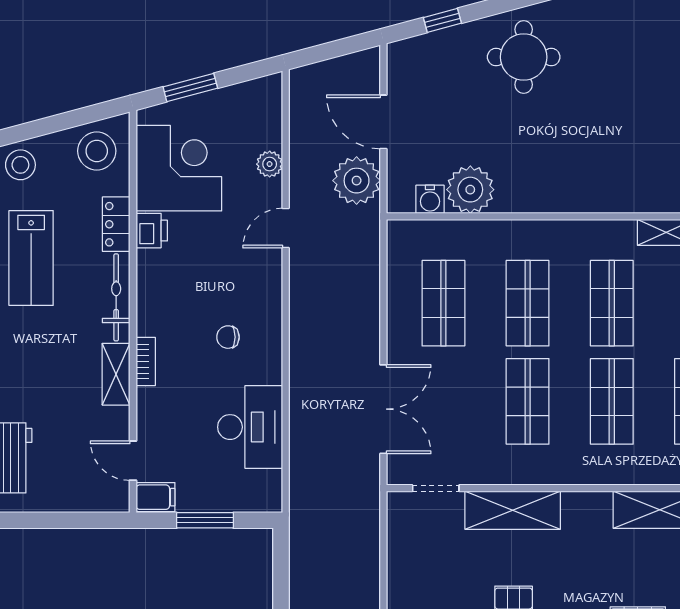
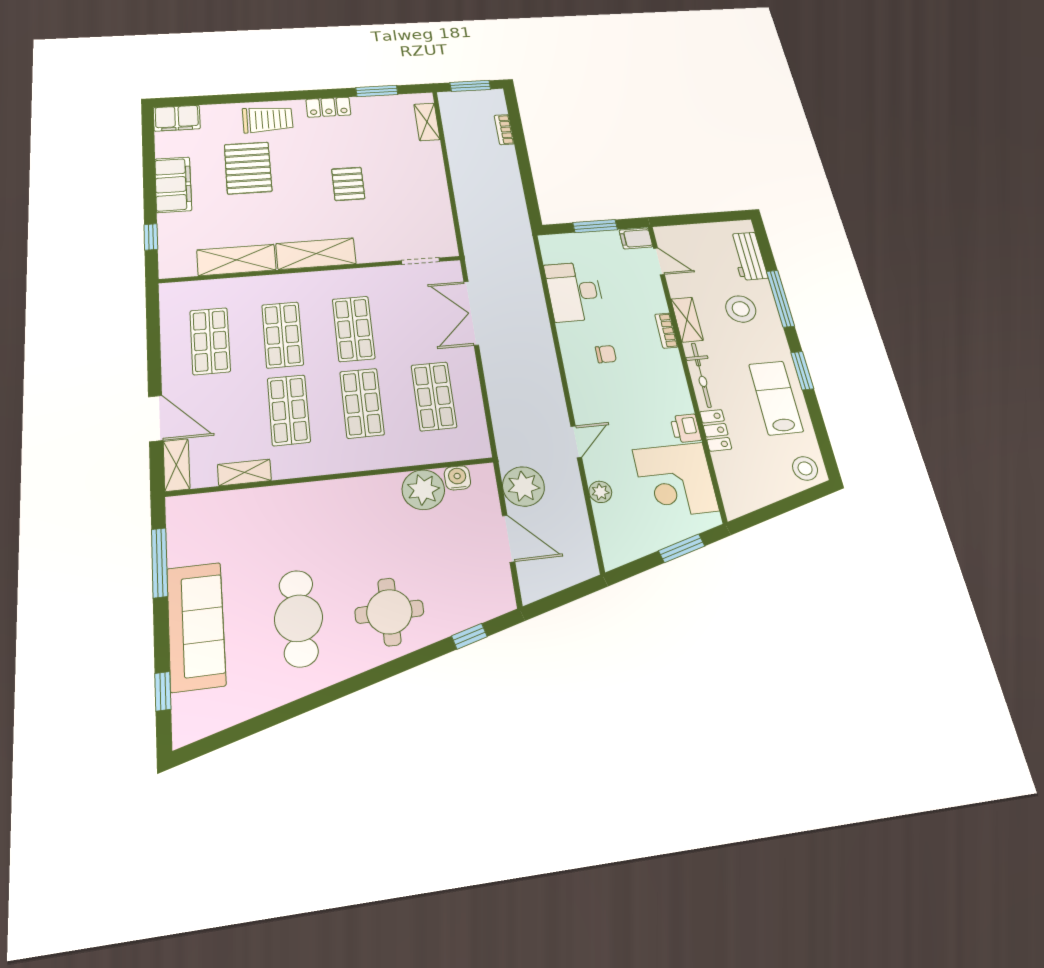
cafe table: (619, 62) -> (299, 618), added
stool: (97, 151) -> (741, 309), moved
shelving: (513, 510) -> (316, 254), moved

